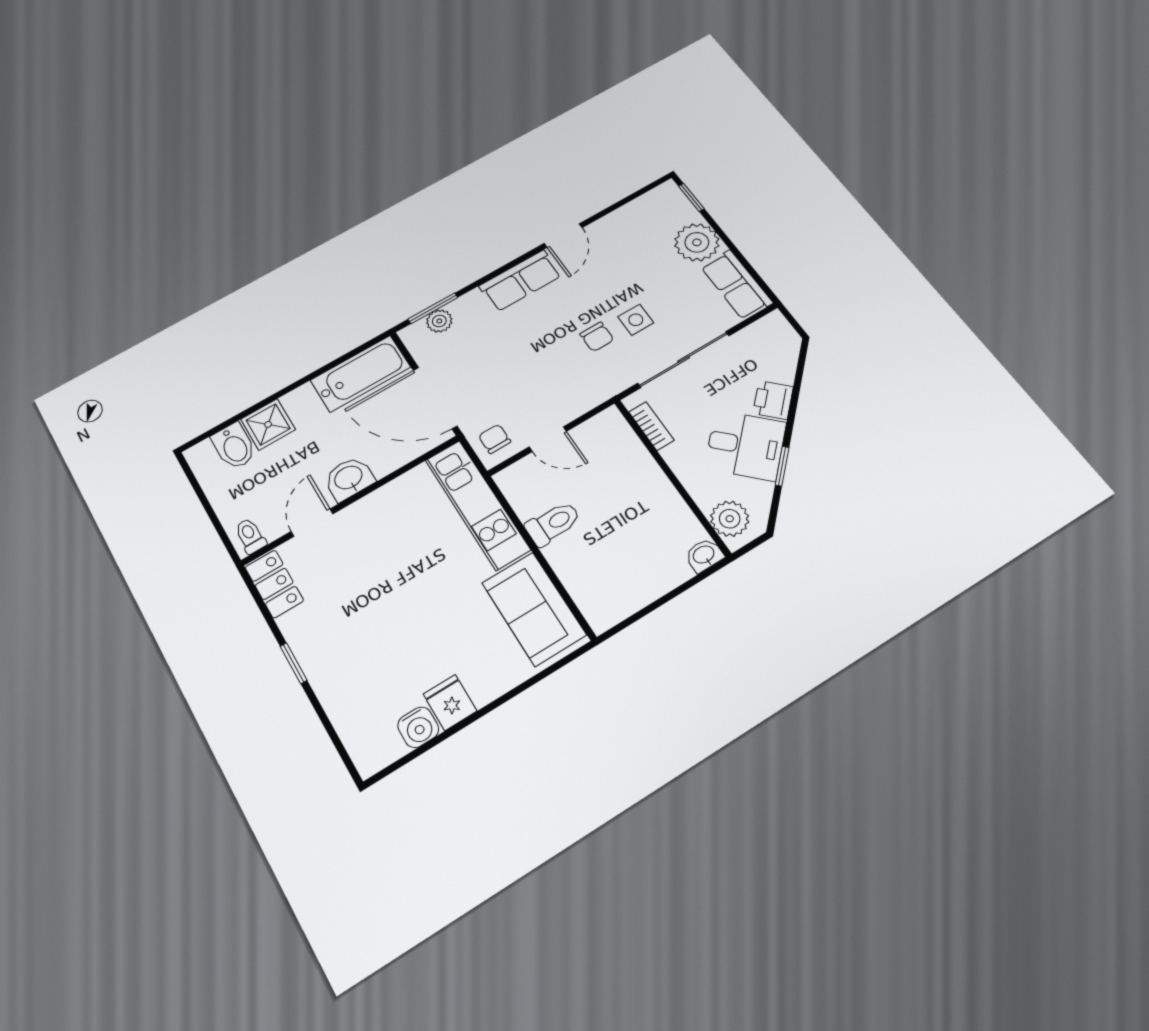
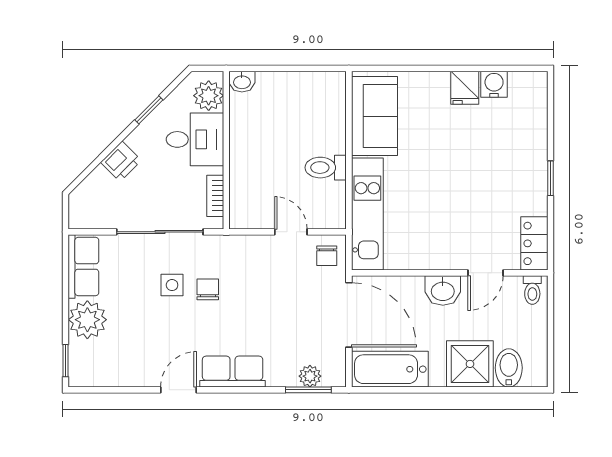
shower: (268, 424) -> (470, 364), width x1.36, depth x1.36
desk: (745, 445) -> (195, 139), moved, turned 135

